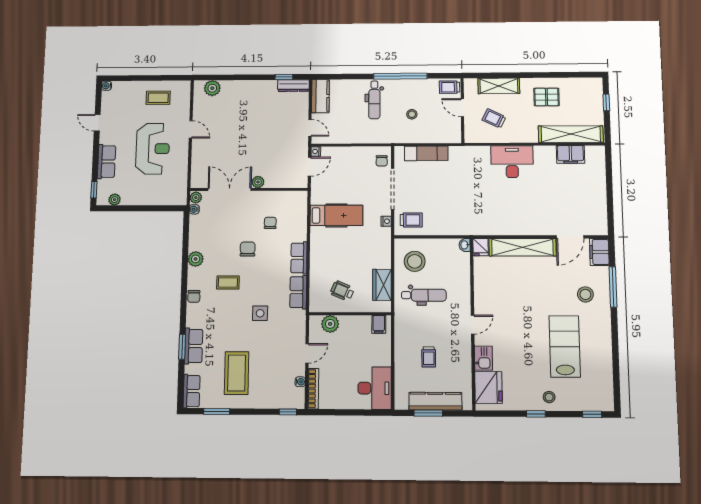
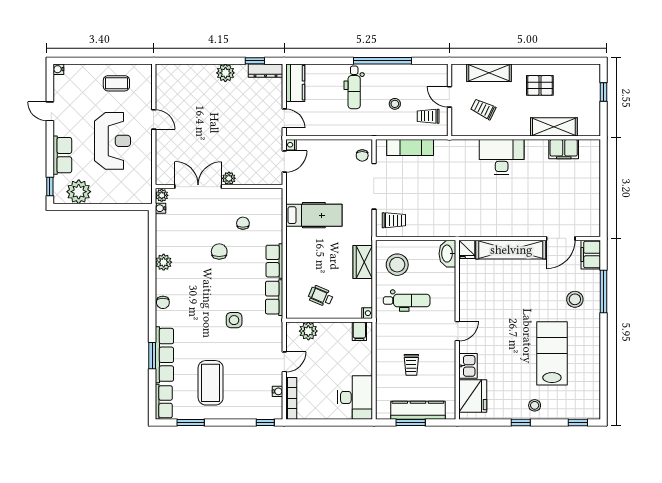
trolley: (449, 87) -> (428, 116), moved
plant: (212, 88) -> (225, 73), moved
shelving: (571, 134) -> (554, 127), width x0.68
plant: (115, 200) -> (79, 192), width x1.88, depth x1.88
nightstand: (386, 221) -> (367, 313), moved
washbasin: (465, 245) -> (447, 254), width x1.91, depth x1.45
coffee table: (228, 283) -> (199, 287), removed
wardrobe: (382, 285) -> (363, 262), moved
row of seats: (194, 346) -> (164, 355), width x1.48

